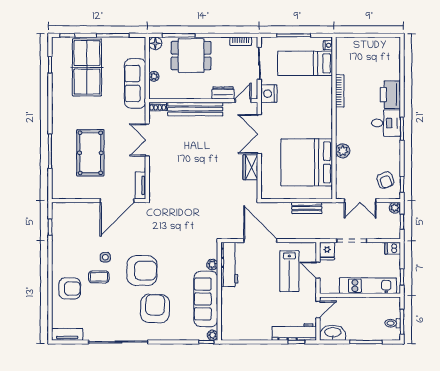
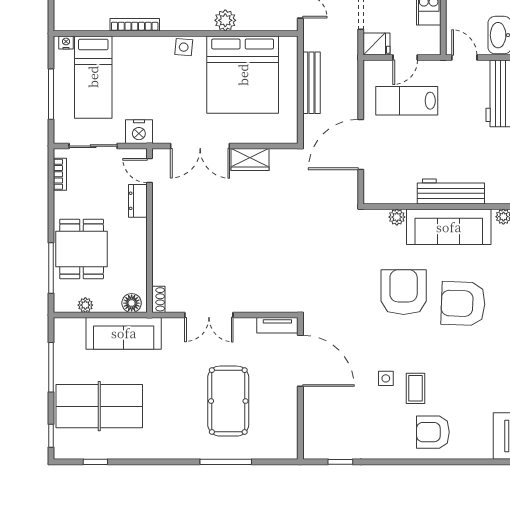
floor lamp: (155, 43) -> (132, 303), moved
plant: (154, 76) -> (85, 305), moved
bench: (195, 109) -> (162, 243), removed
side table: (325, 123) -> (184, 47), added
pool table: (90, 153) -> (228, 401), turned 90
bench: (307, 208) -> (311, 83), width x1.36
workbench: (229, 264) -> (451, 191), moved
armchair: (142, 271) -> (404, 292), moved
lab bench: (289, 271) -> (407, 101), turned 180
armchair: (70, 288) -> (433, 432), turned -90

